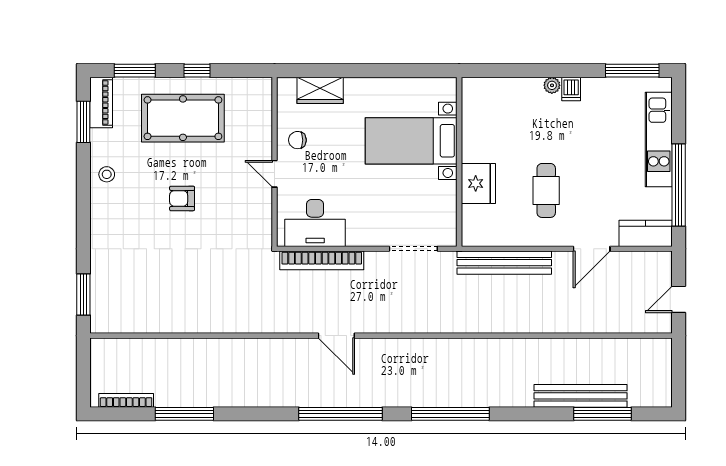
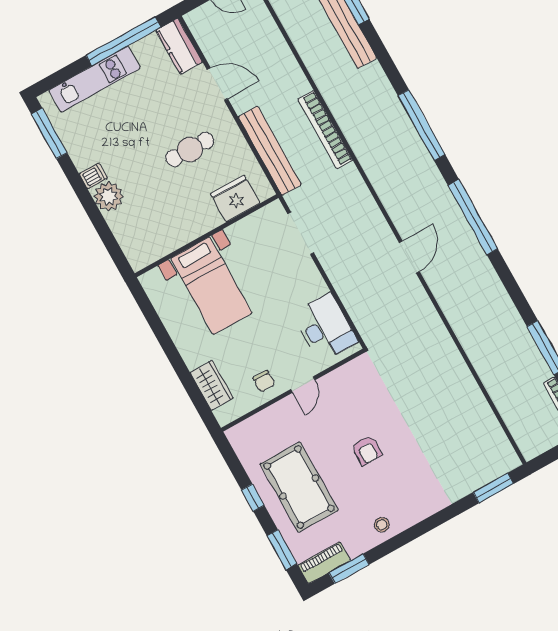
plant: (552, 85) -> (109, 196), width x1.88, depth x1.88
fridge: (478, 183) -> (235, 199), moved
bookcase: (322, 260) -> (325, 130), moved, turned 180

